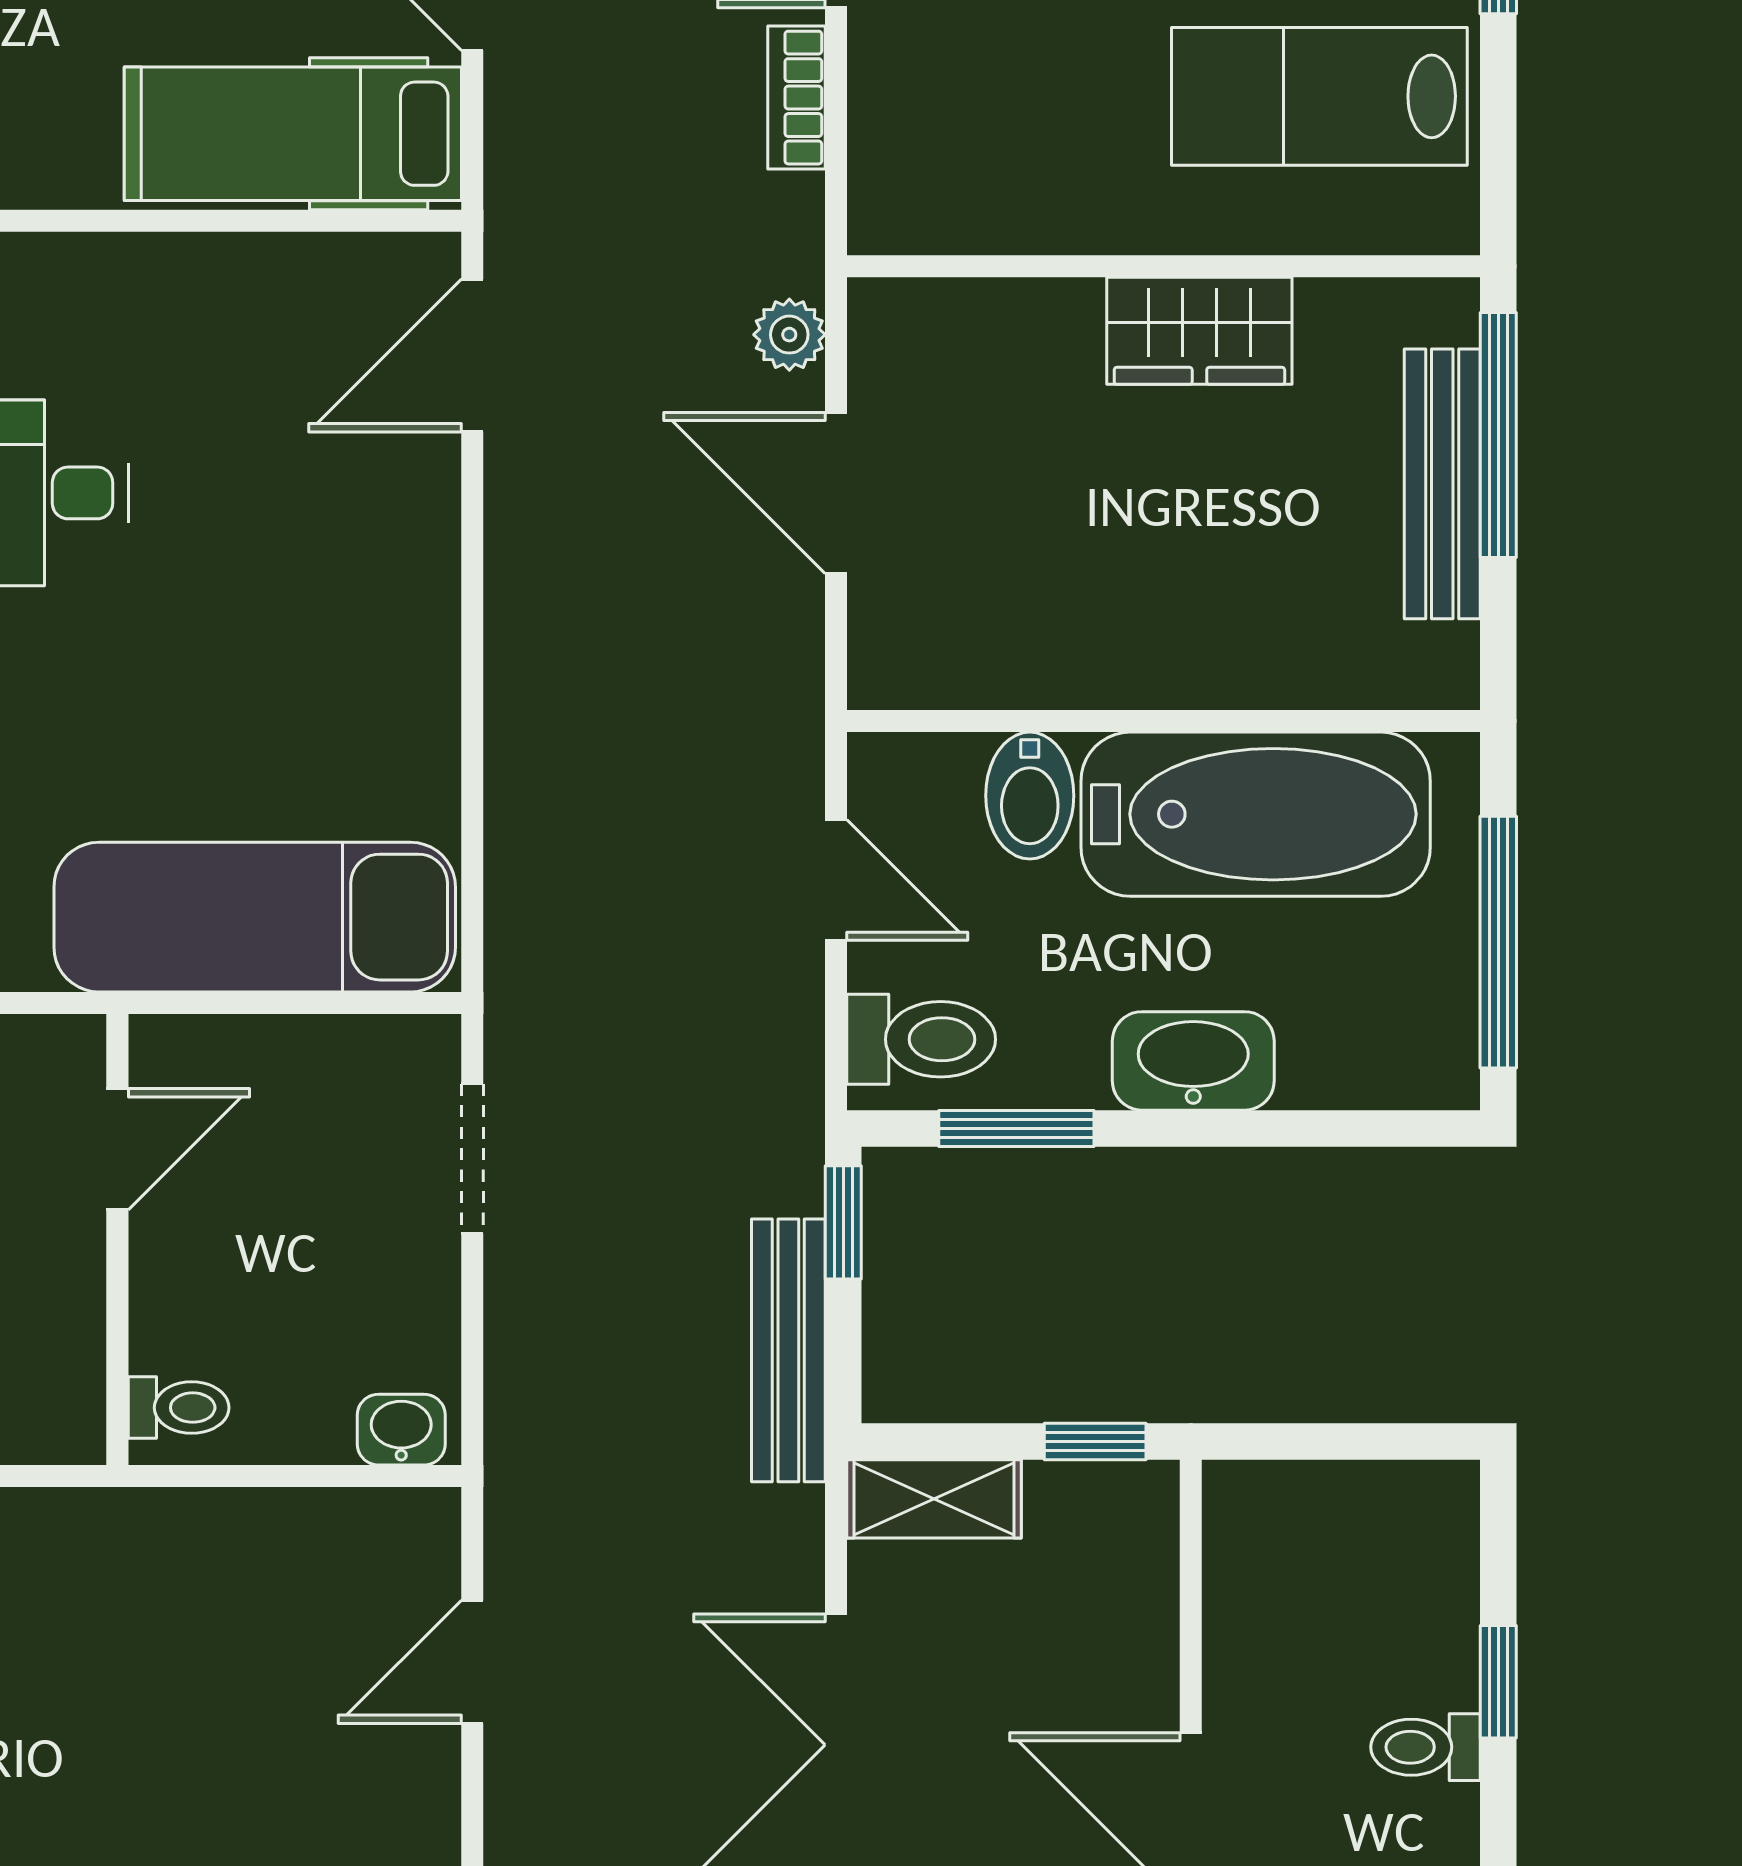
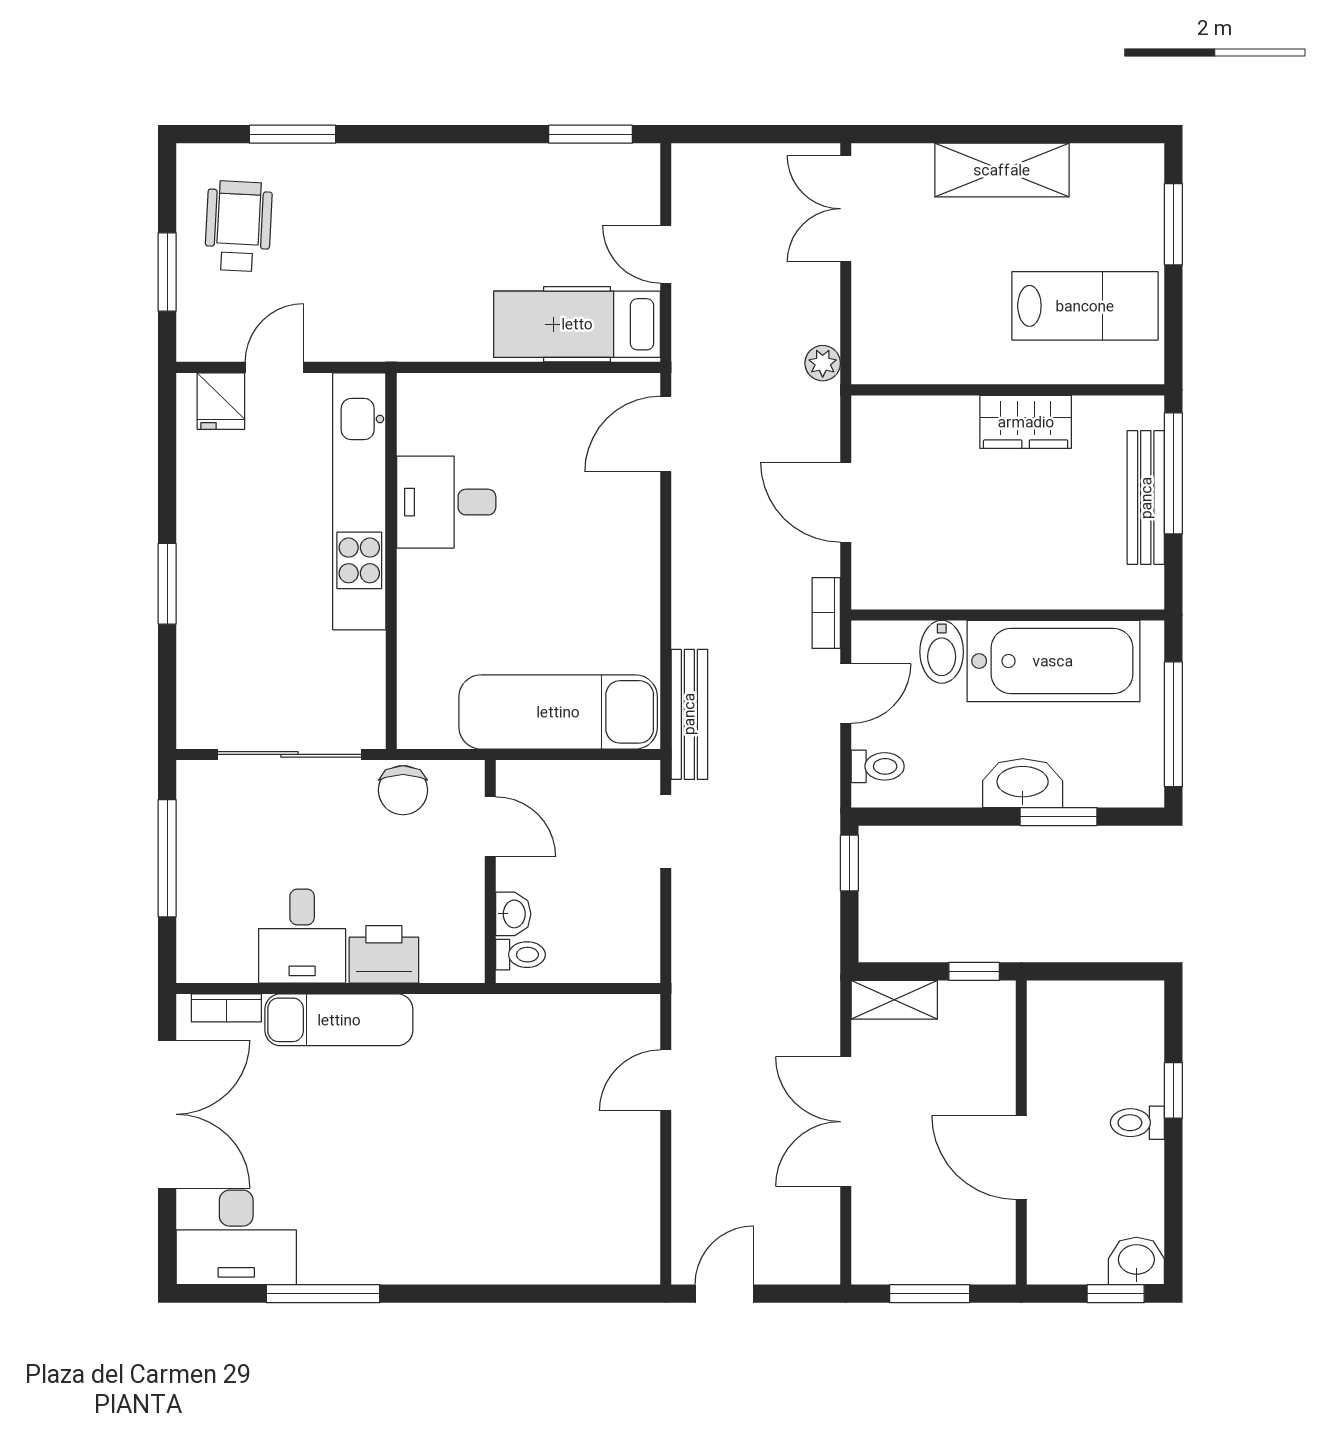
lab bench: (1319, 96) -> (1085, 306), turned 180
bookcase: (796, 98) -> (826, 613), moved
plant: (789, 335) -> (823, 363), moved
door: (836, 880) -> (846, 694), hinge flipped
toilet: (921, 1039) -> (878, 766), width x0.73, depth x0.72
window: (1016, 1129) -> (1059, 817), moved
door: (117, 1149) -> (490, 827), hinge flipped
bench: (788, 1350) -> (689, 714), moved
washbasin: (401, 1430) -> (513, 914), moved, turned 90

